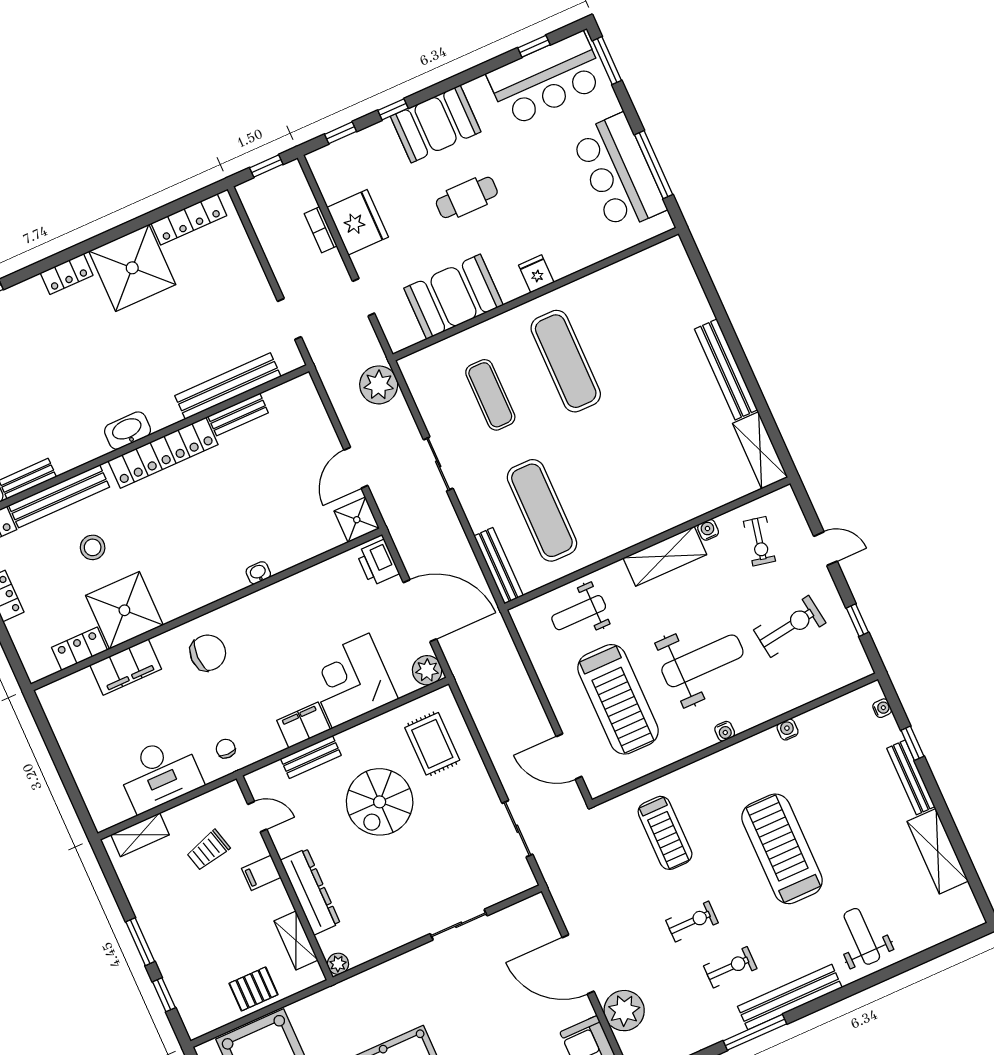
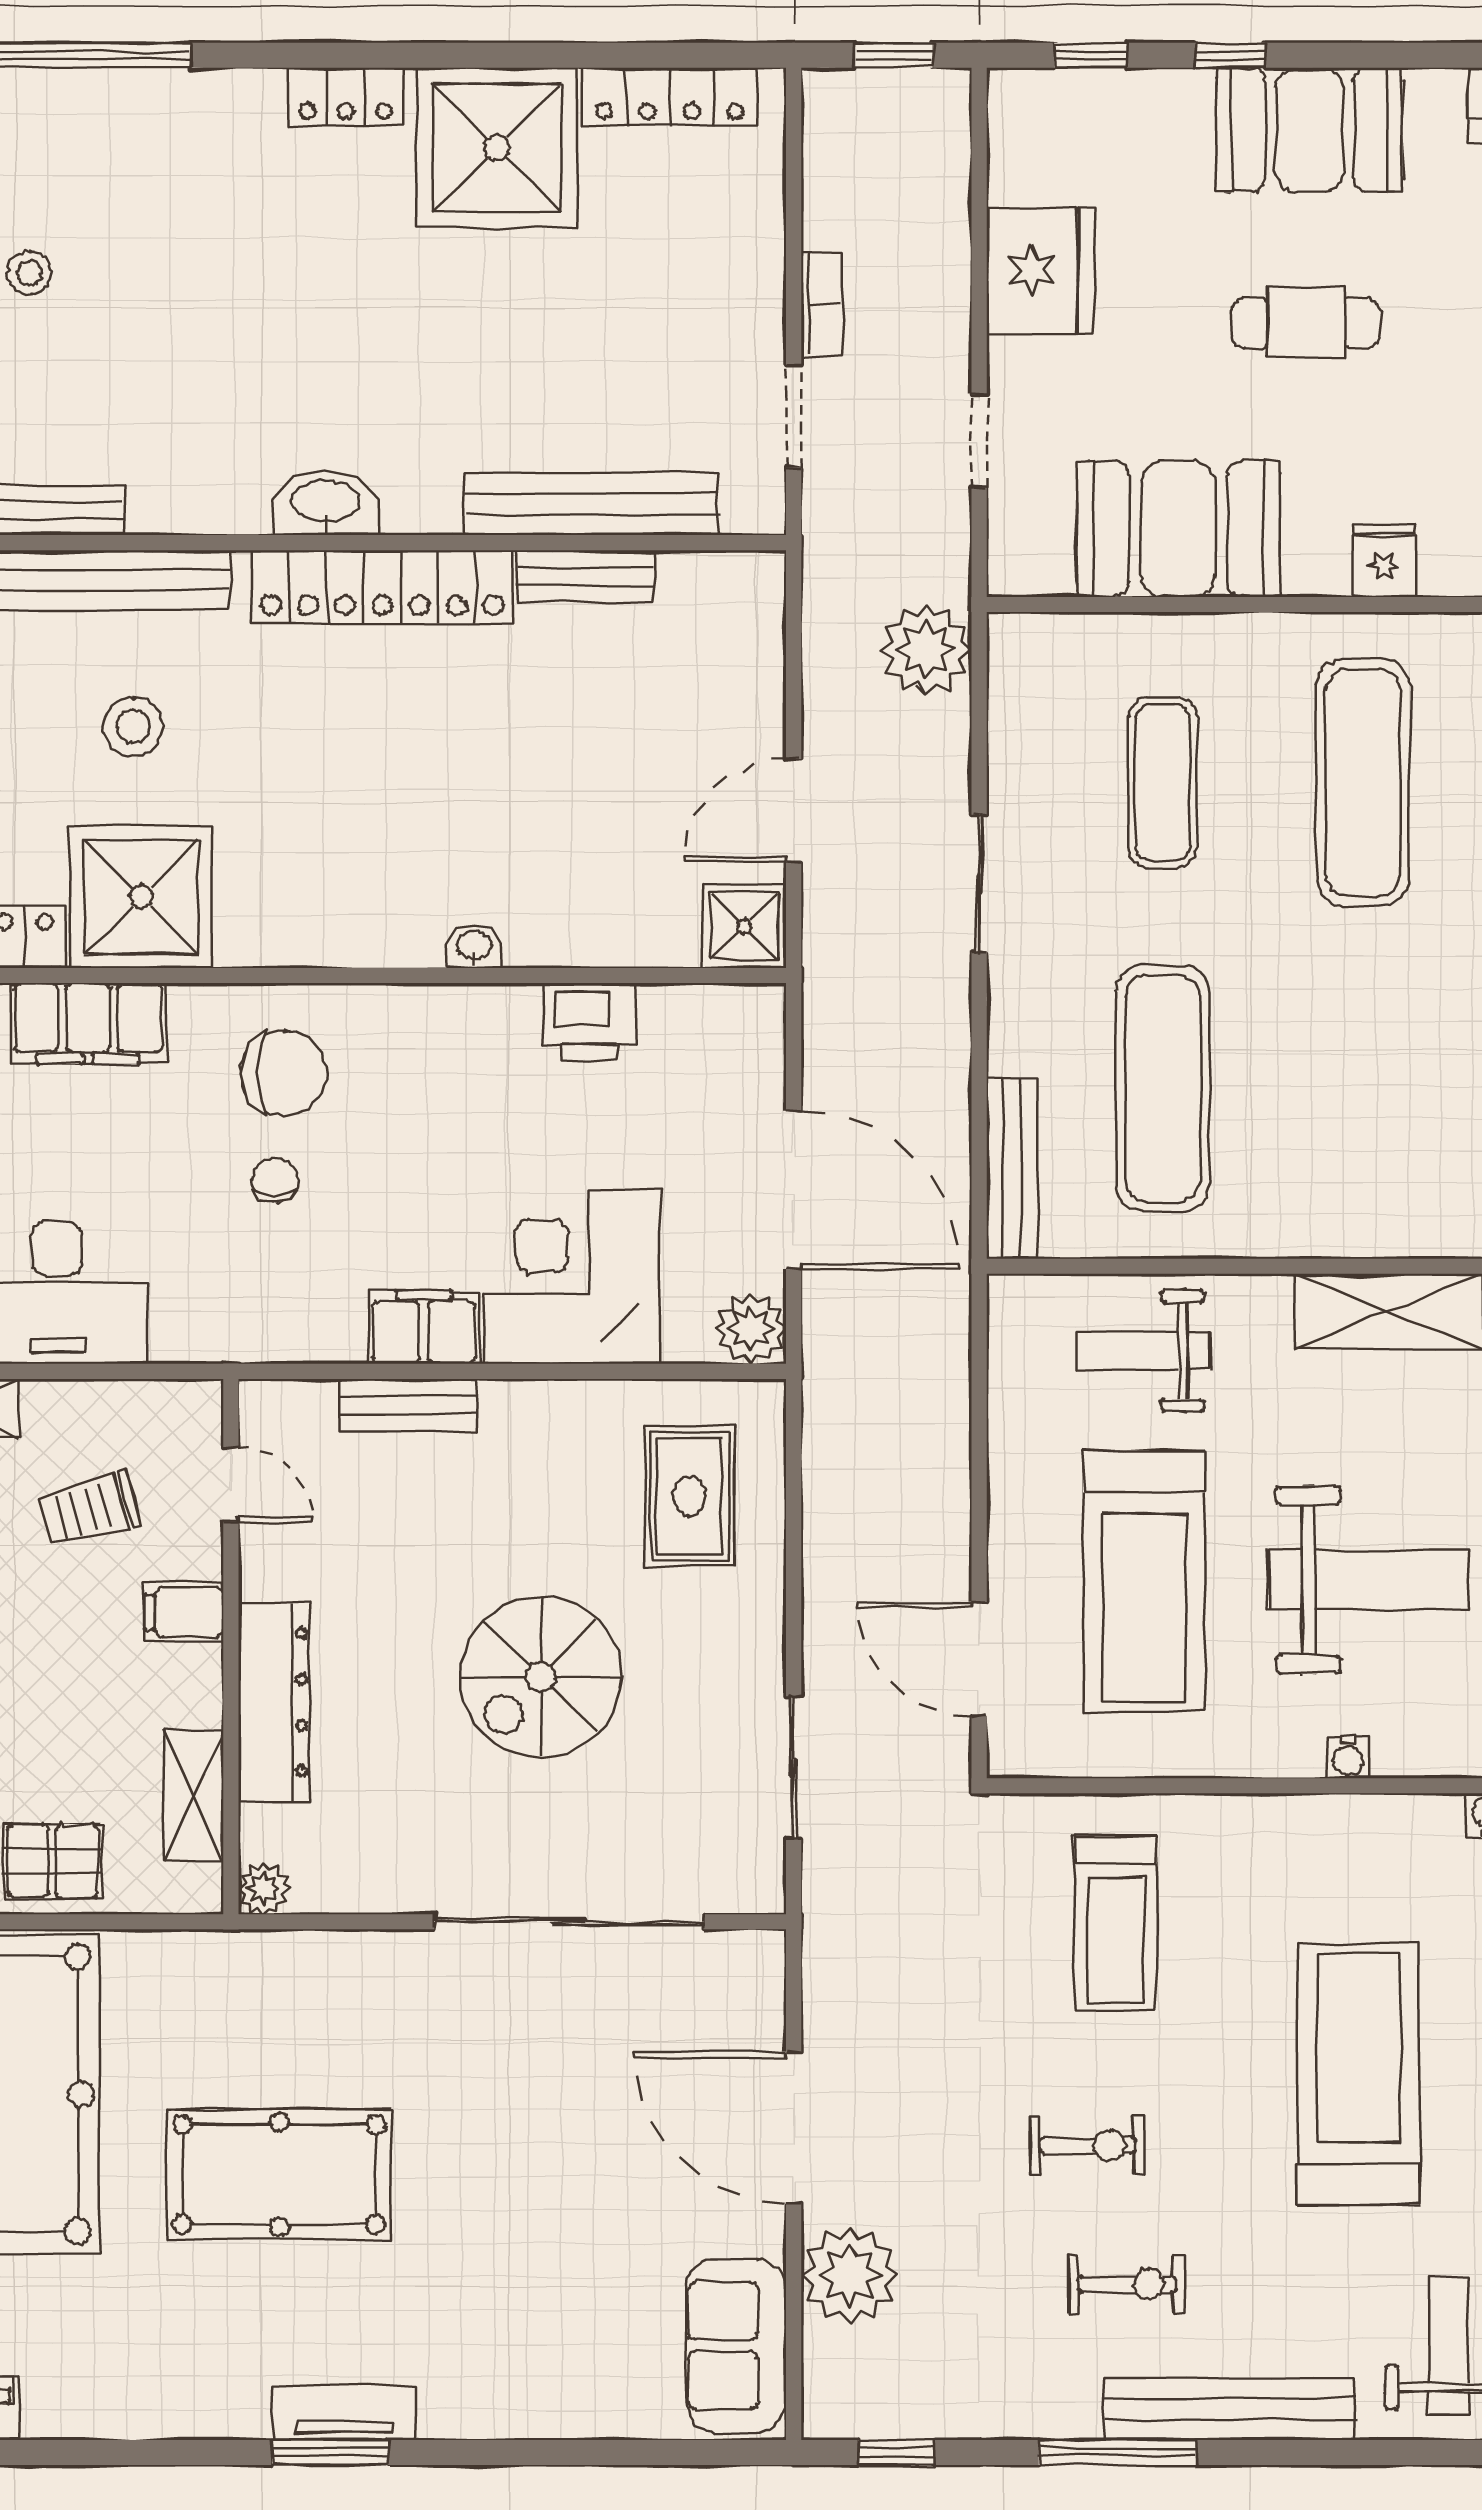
bookcase: (321, 230) -> (822, 304), moved, turned 180
printer: (378, 563) -> (590, 1021), moved, turned -90
chair: (226, 749) -> (275, 1180), moved
spiral stairs: (380, 802) -> (541, 1677), moved
sliding door: (459, 925) -> (569, 1922), width x1.86

